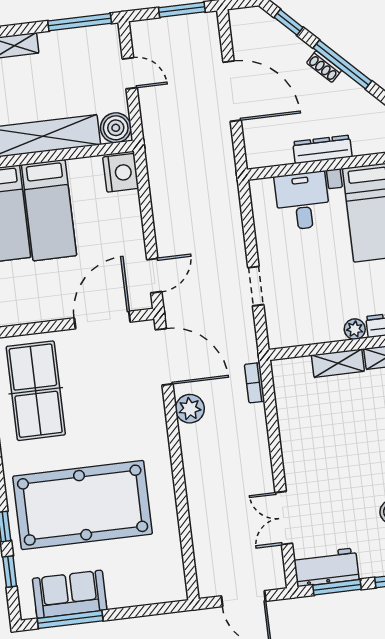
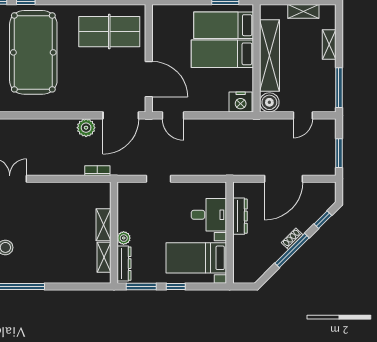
dresser: (322, 149) -> (240, 216), moved

